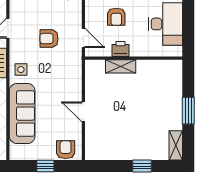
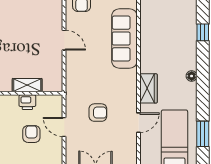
door: (83, 38) -> (64, 127), moved
side table: (21, 70) -> (126, 82), removed

